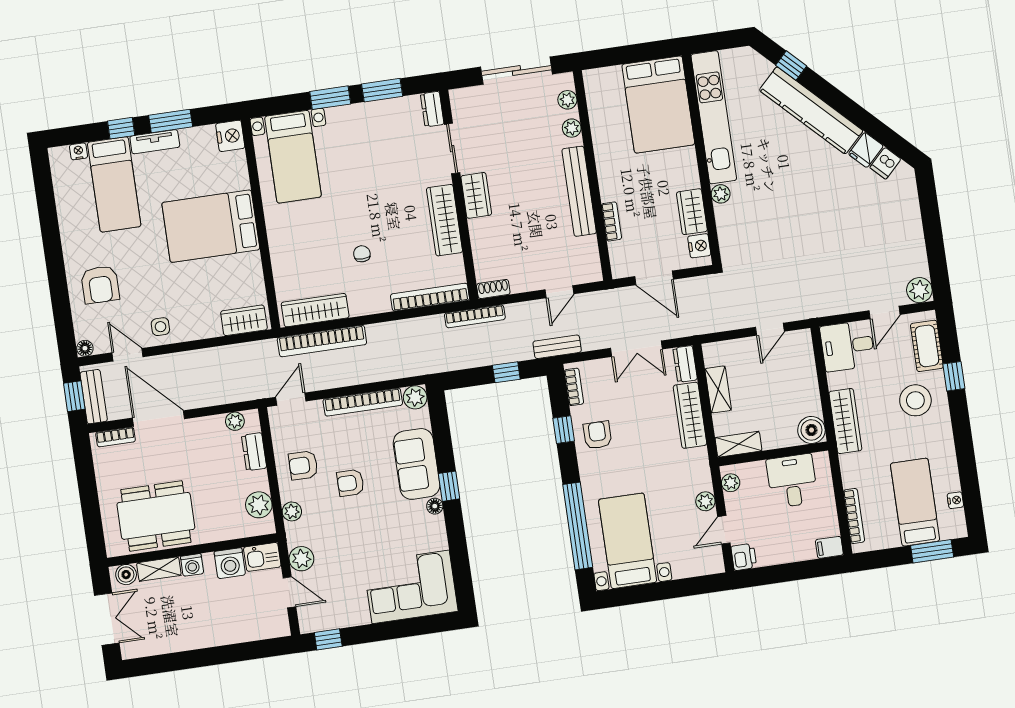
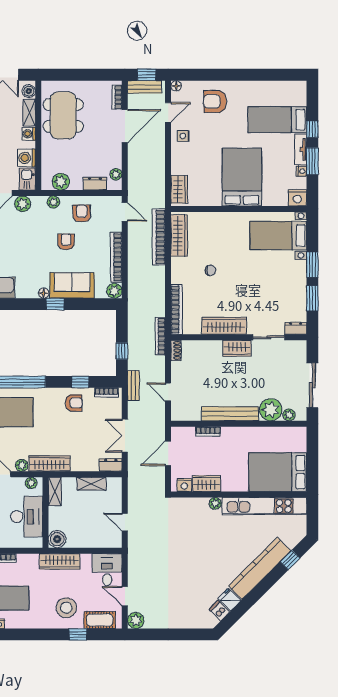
plant: (572, 128) -> (271, 410), width x1.87, depth x1.87
nightstand: (78, 151) -> (302, 171), moved
wardrobe: (690, 415) -> (50, 463), moved
desk: (792, 481) -> (27, 517), width x1.37

